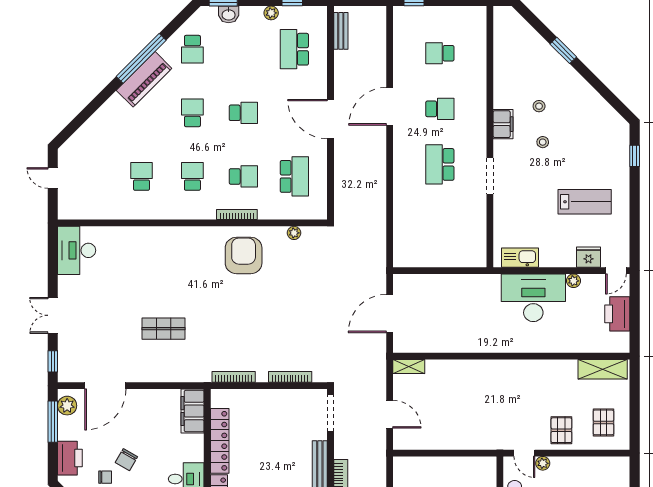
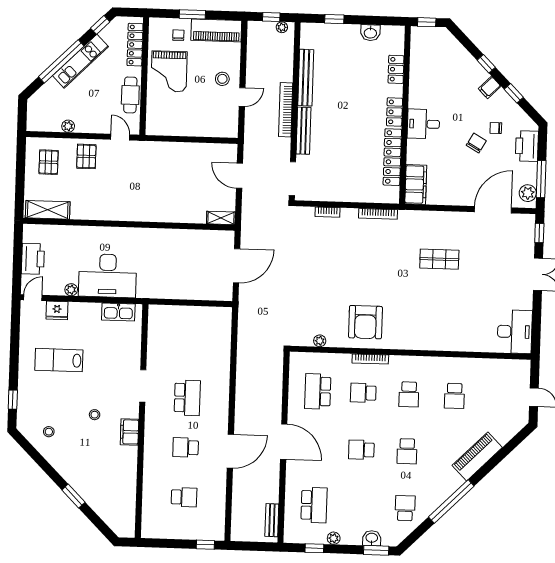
piano: (144, 79) -> (477, 456), moved
stool: (539, 106) -> (49, 432), moved
bookcase: (290, 377) -> (328, 212), width x0.64
plant: (543, 463) -> (68, 126), moved

